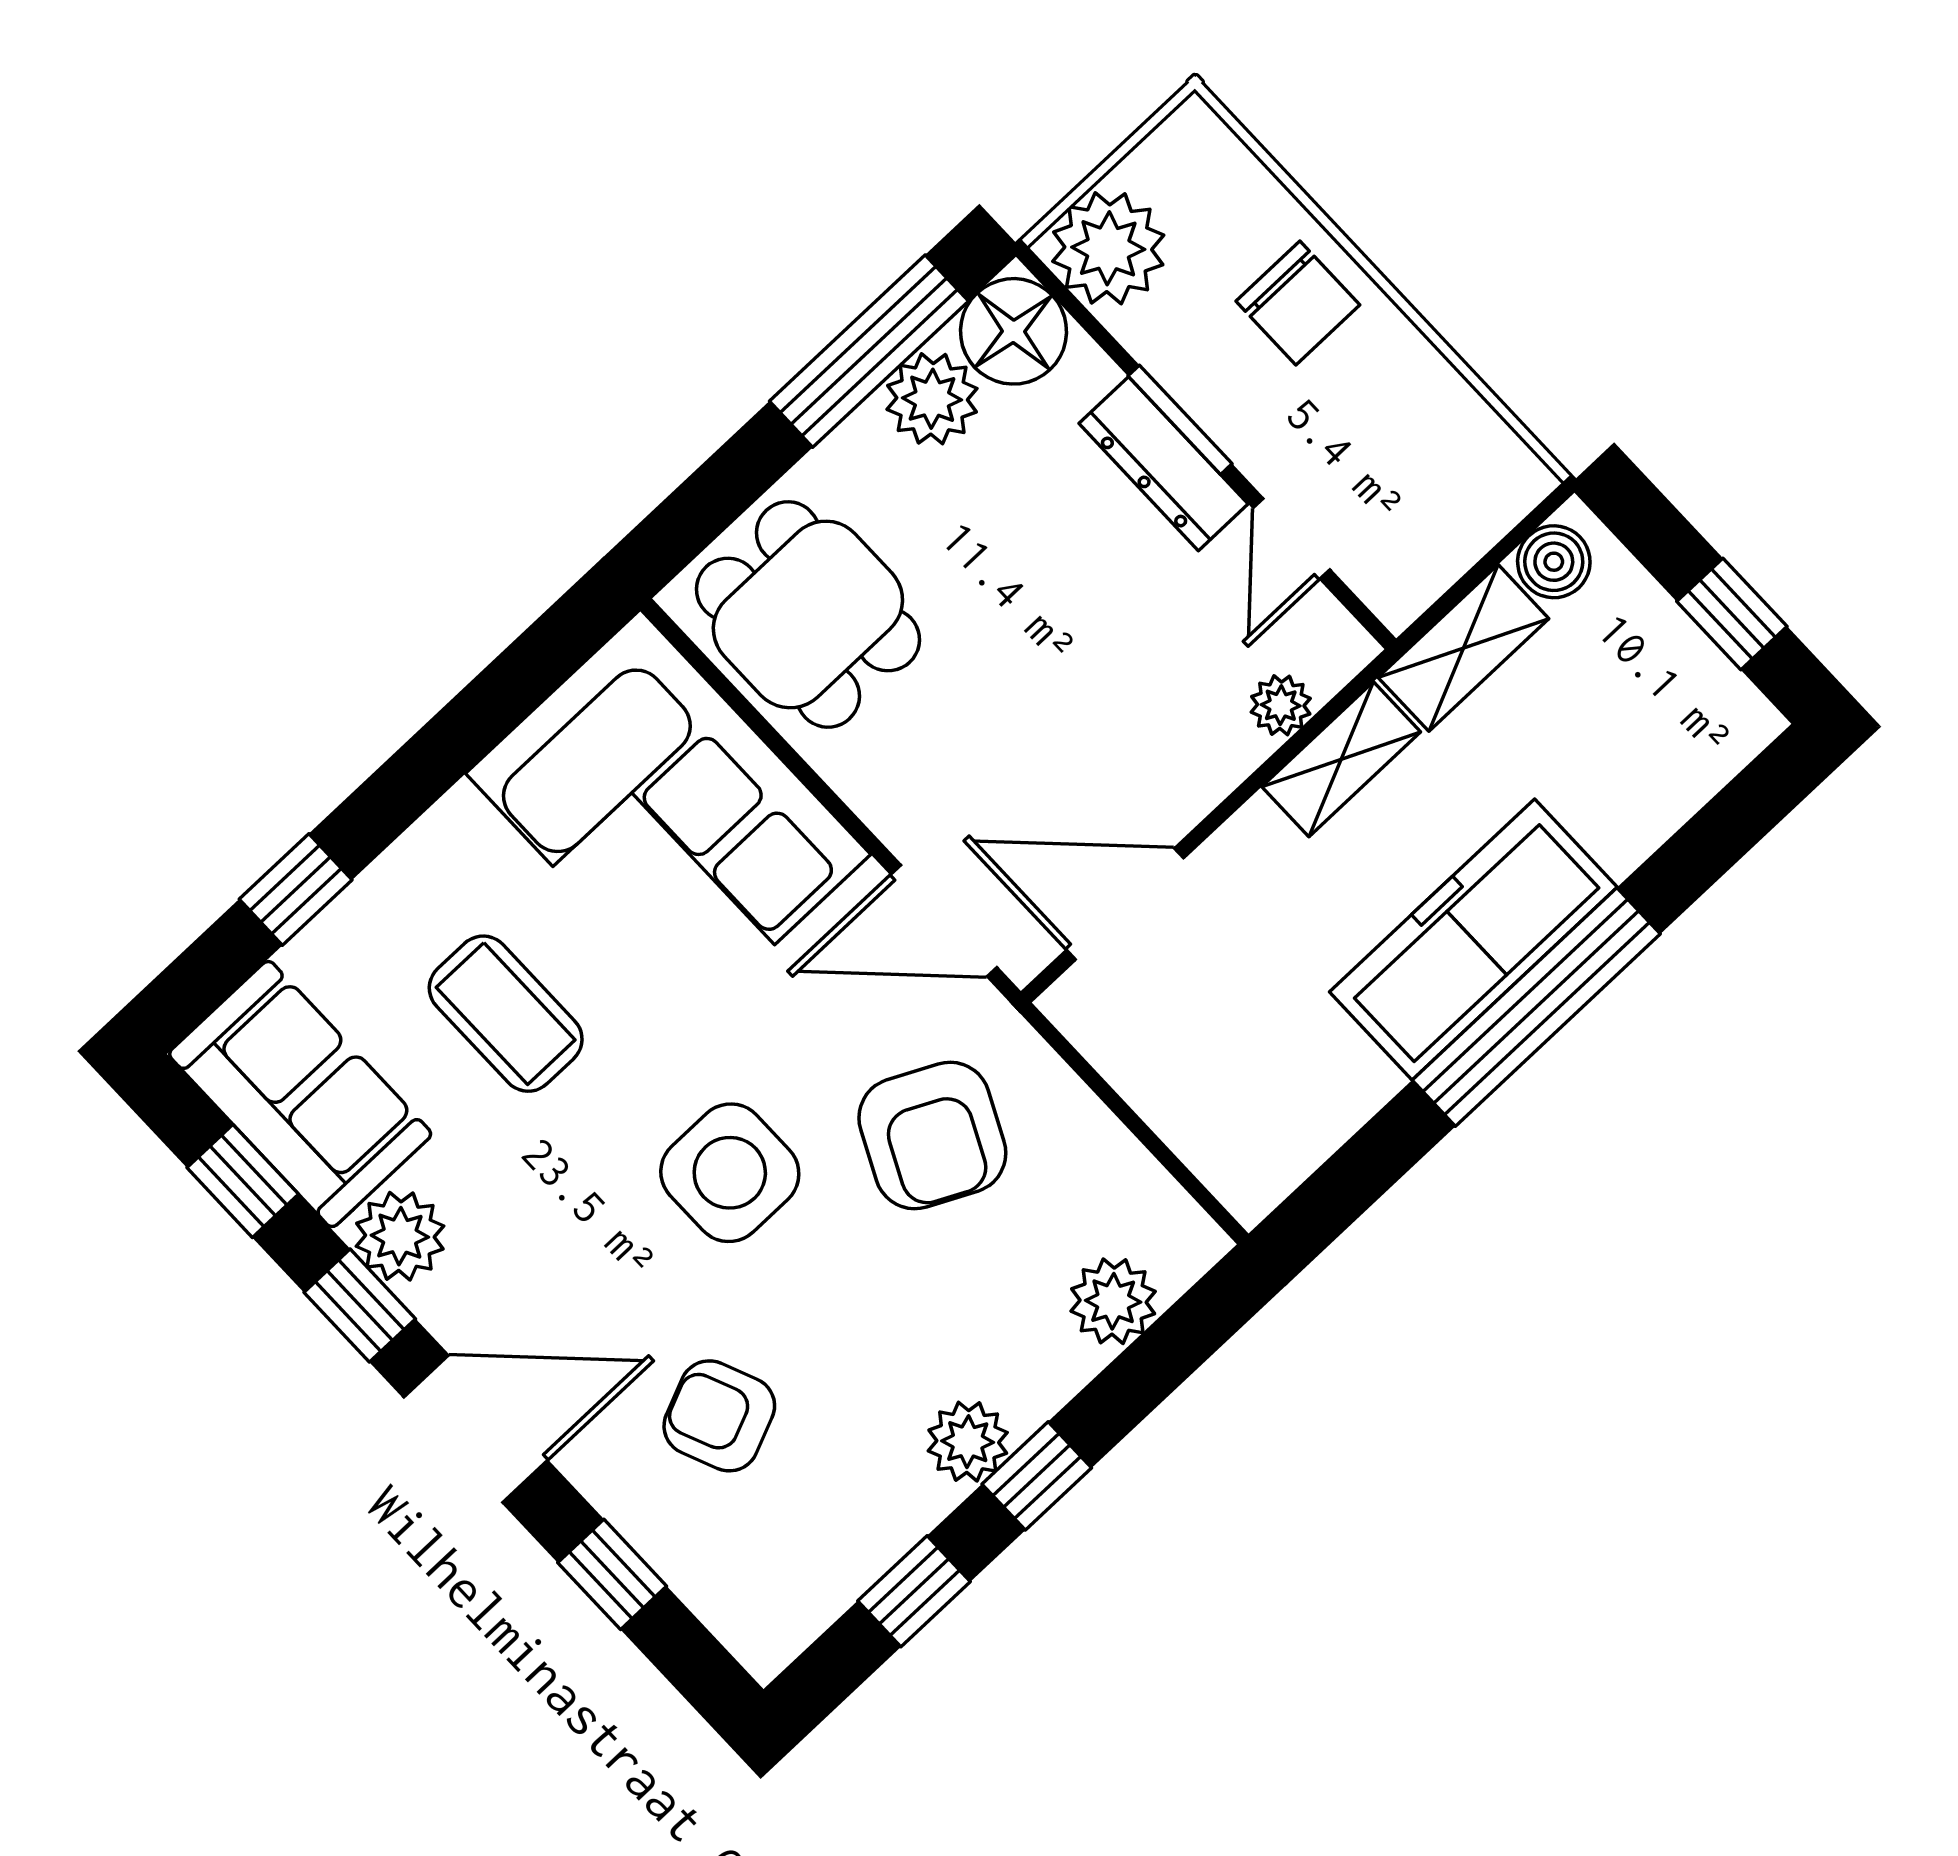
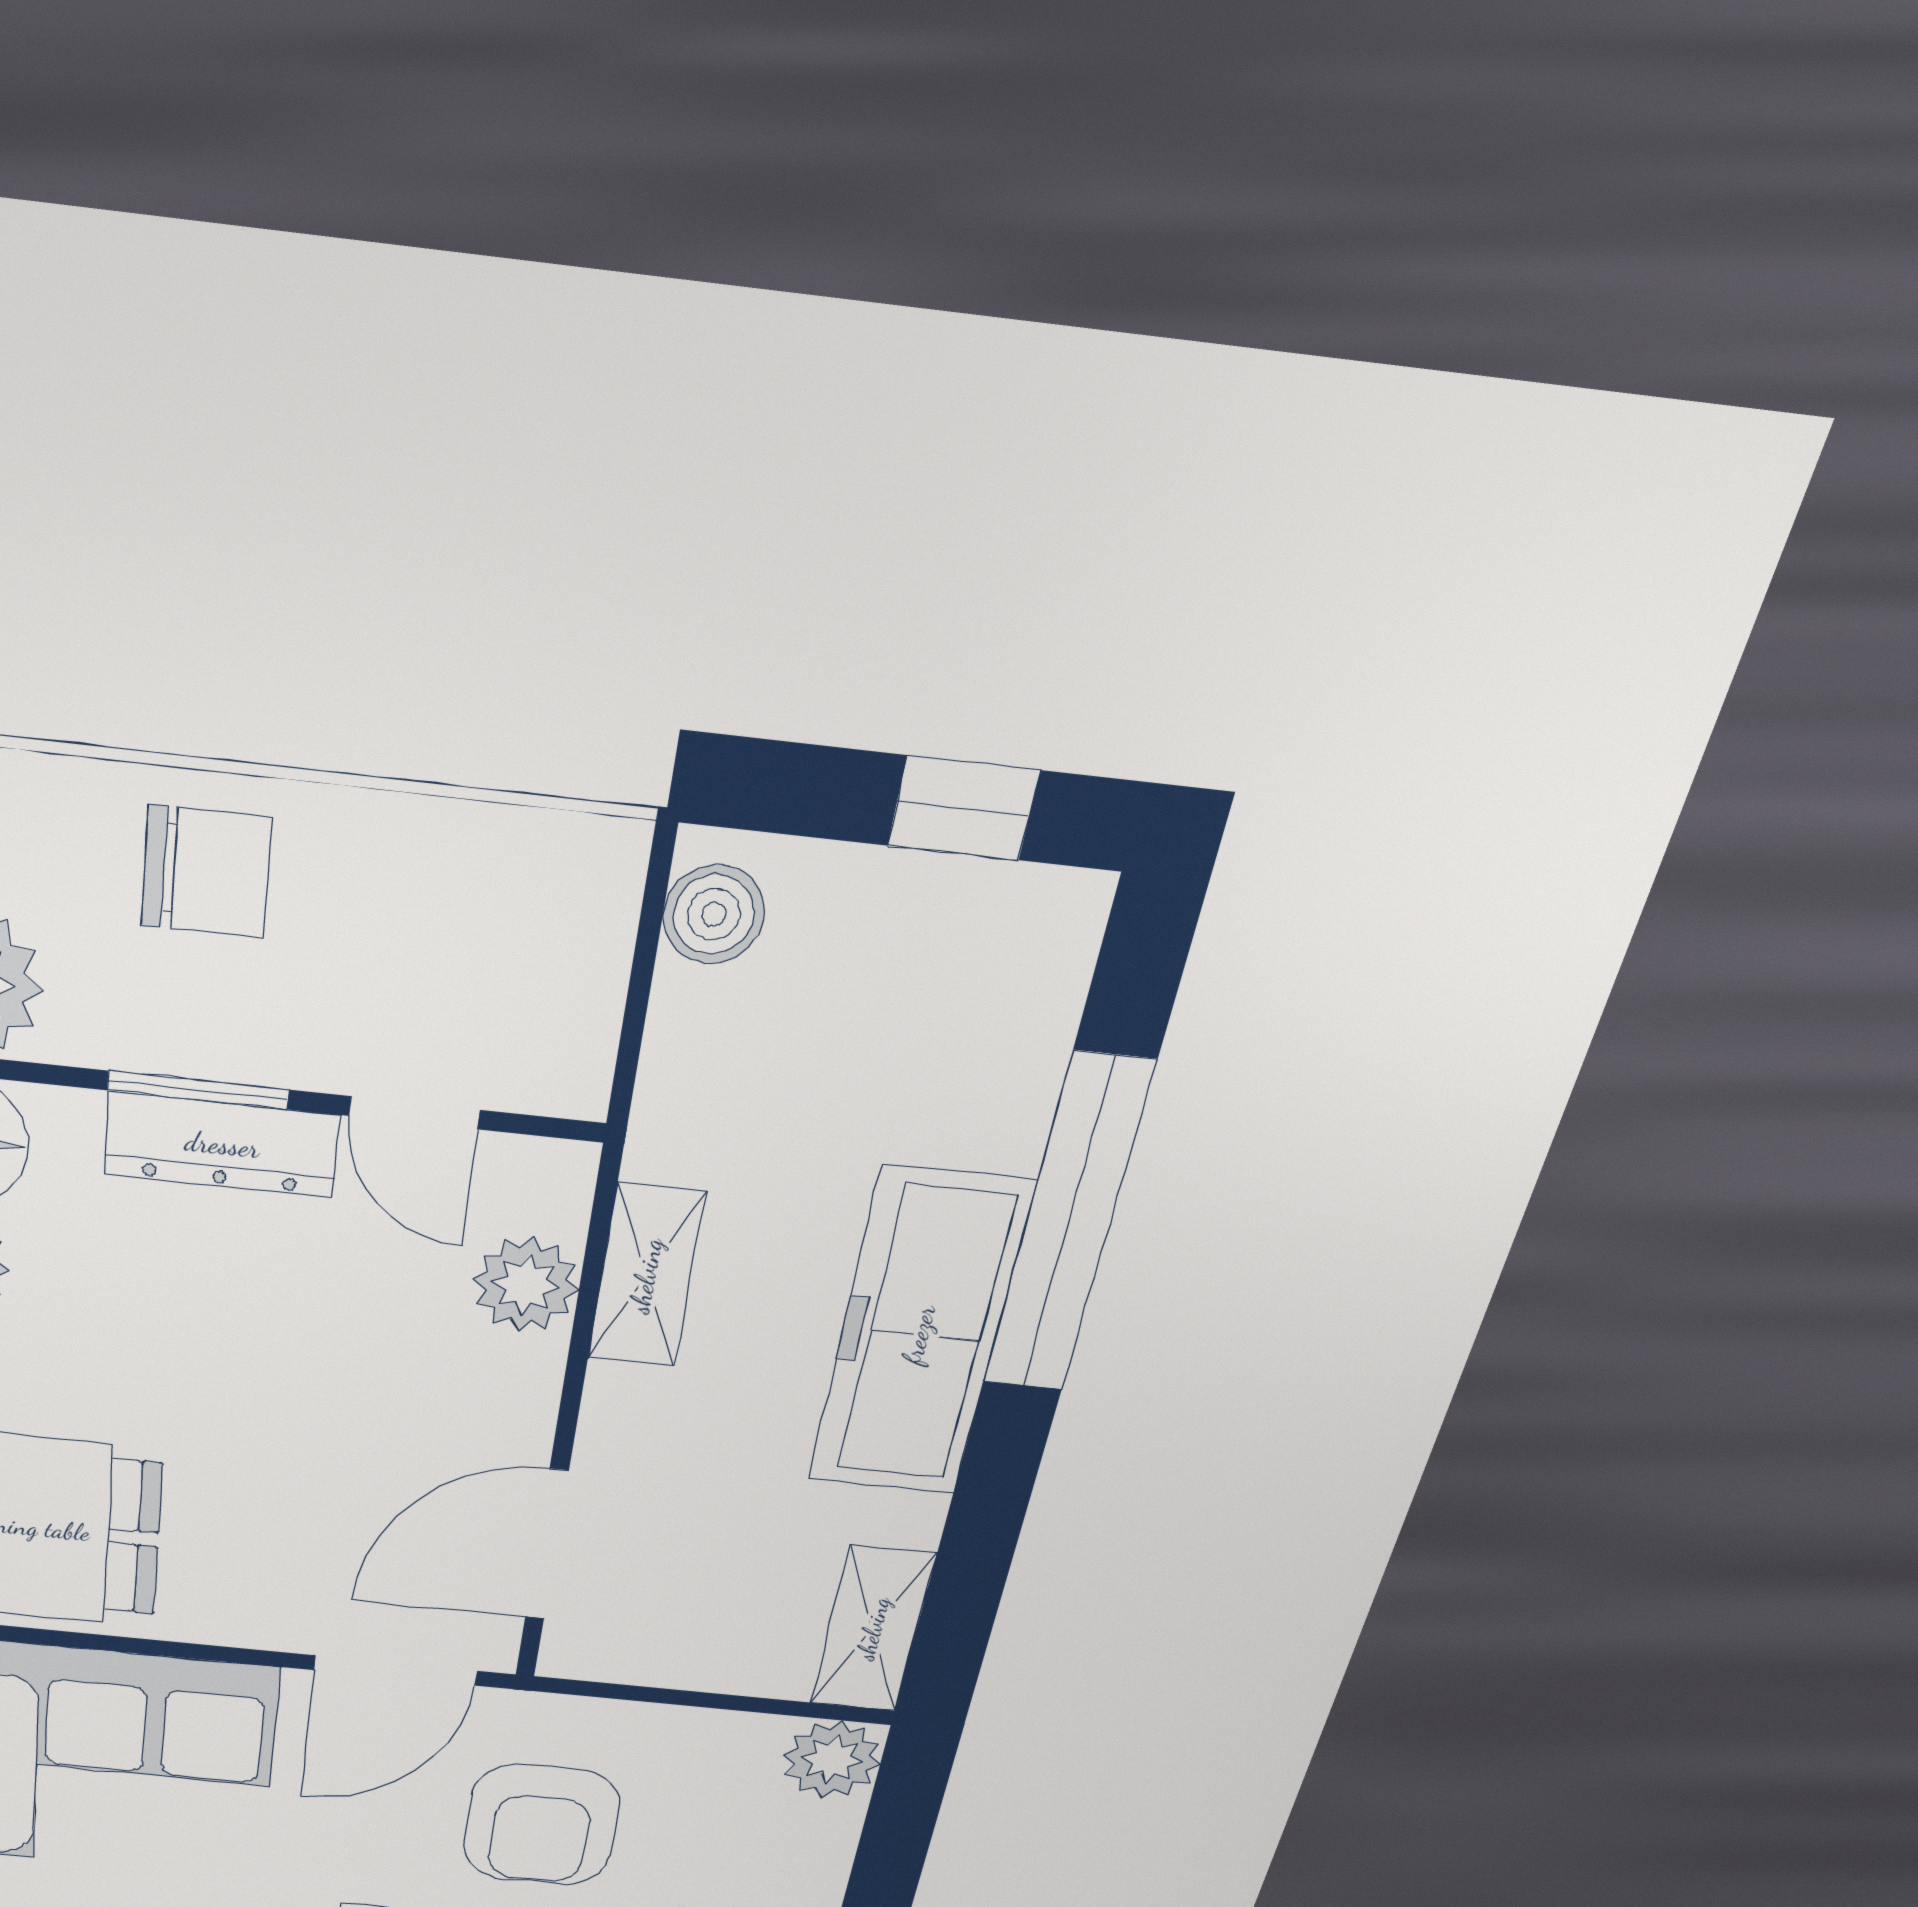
shelving: (1463, 648) -> (873, 1629), moved
plant: (1281, 705) -> (526, 1285), width x1.38, depth x1.38
window: (1536, 1007) -> (1067, 1226), moved
armchair: (932, 1135) -> (541, 1825), turned 64
plant: (1113, 1301) -> (832, 1760), moved

